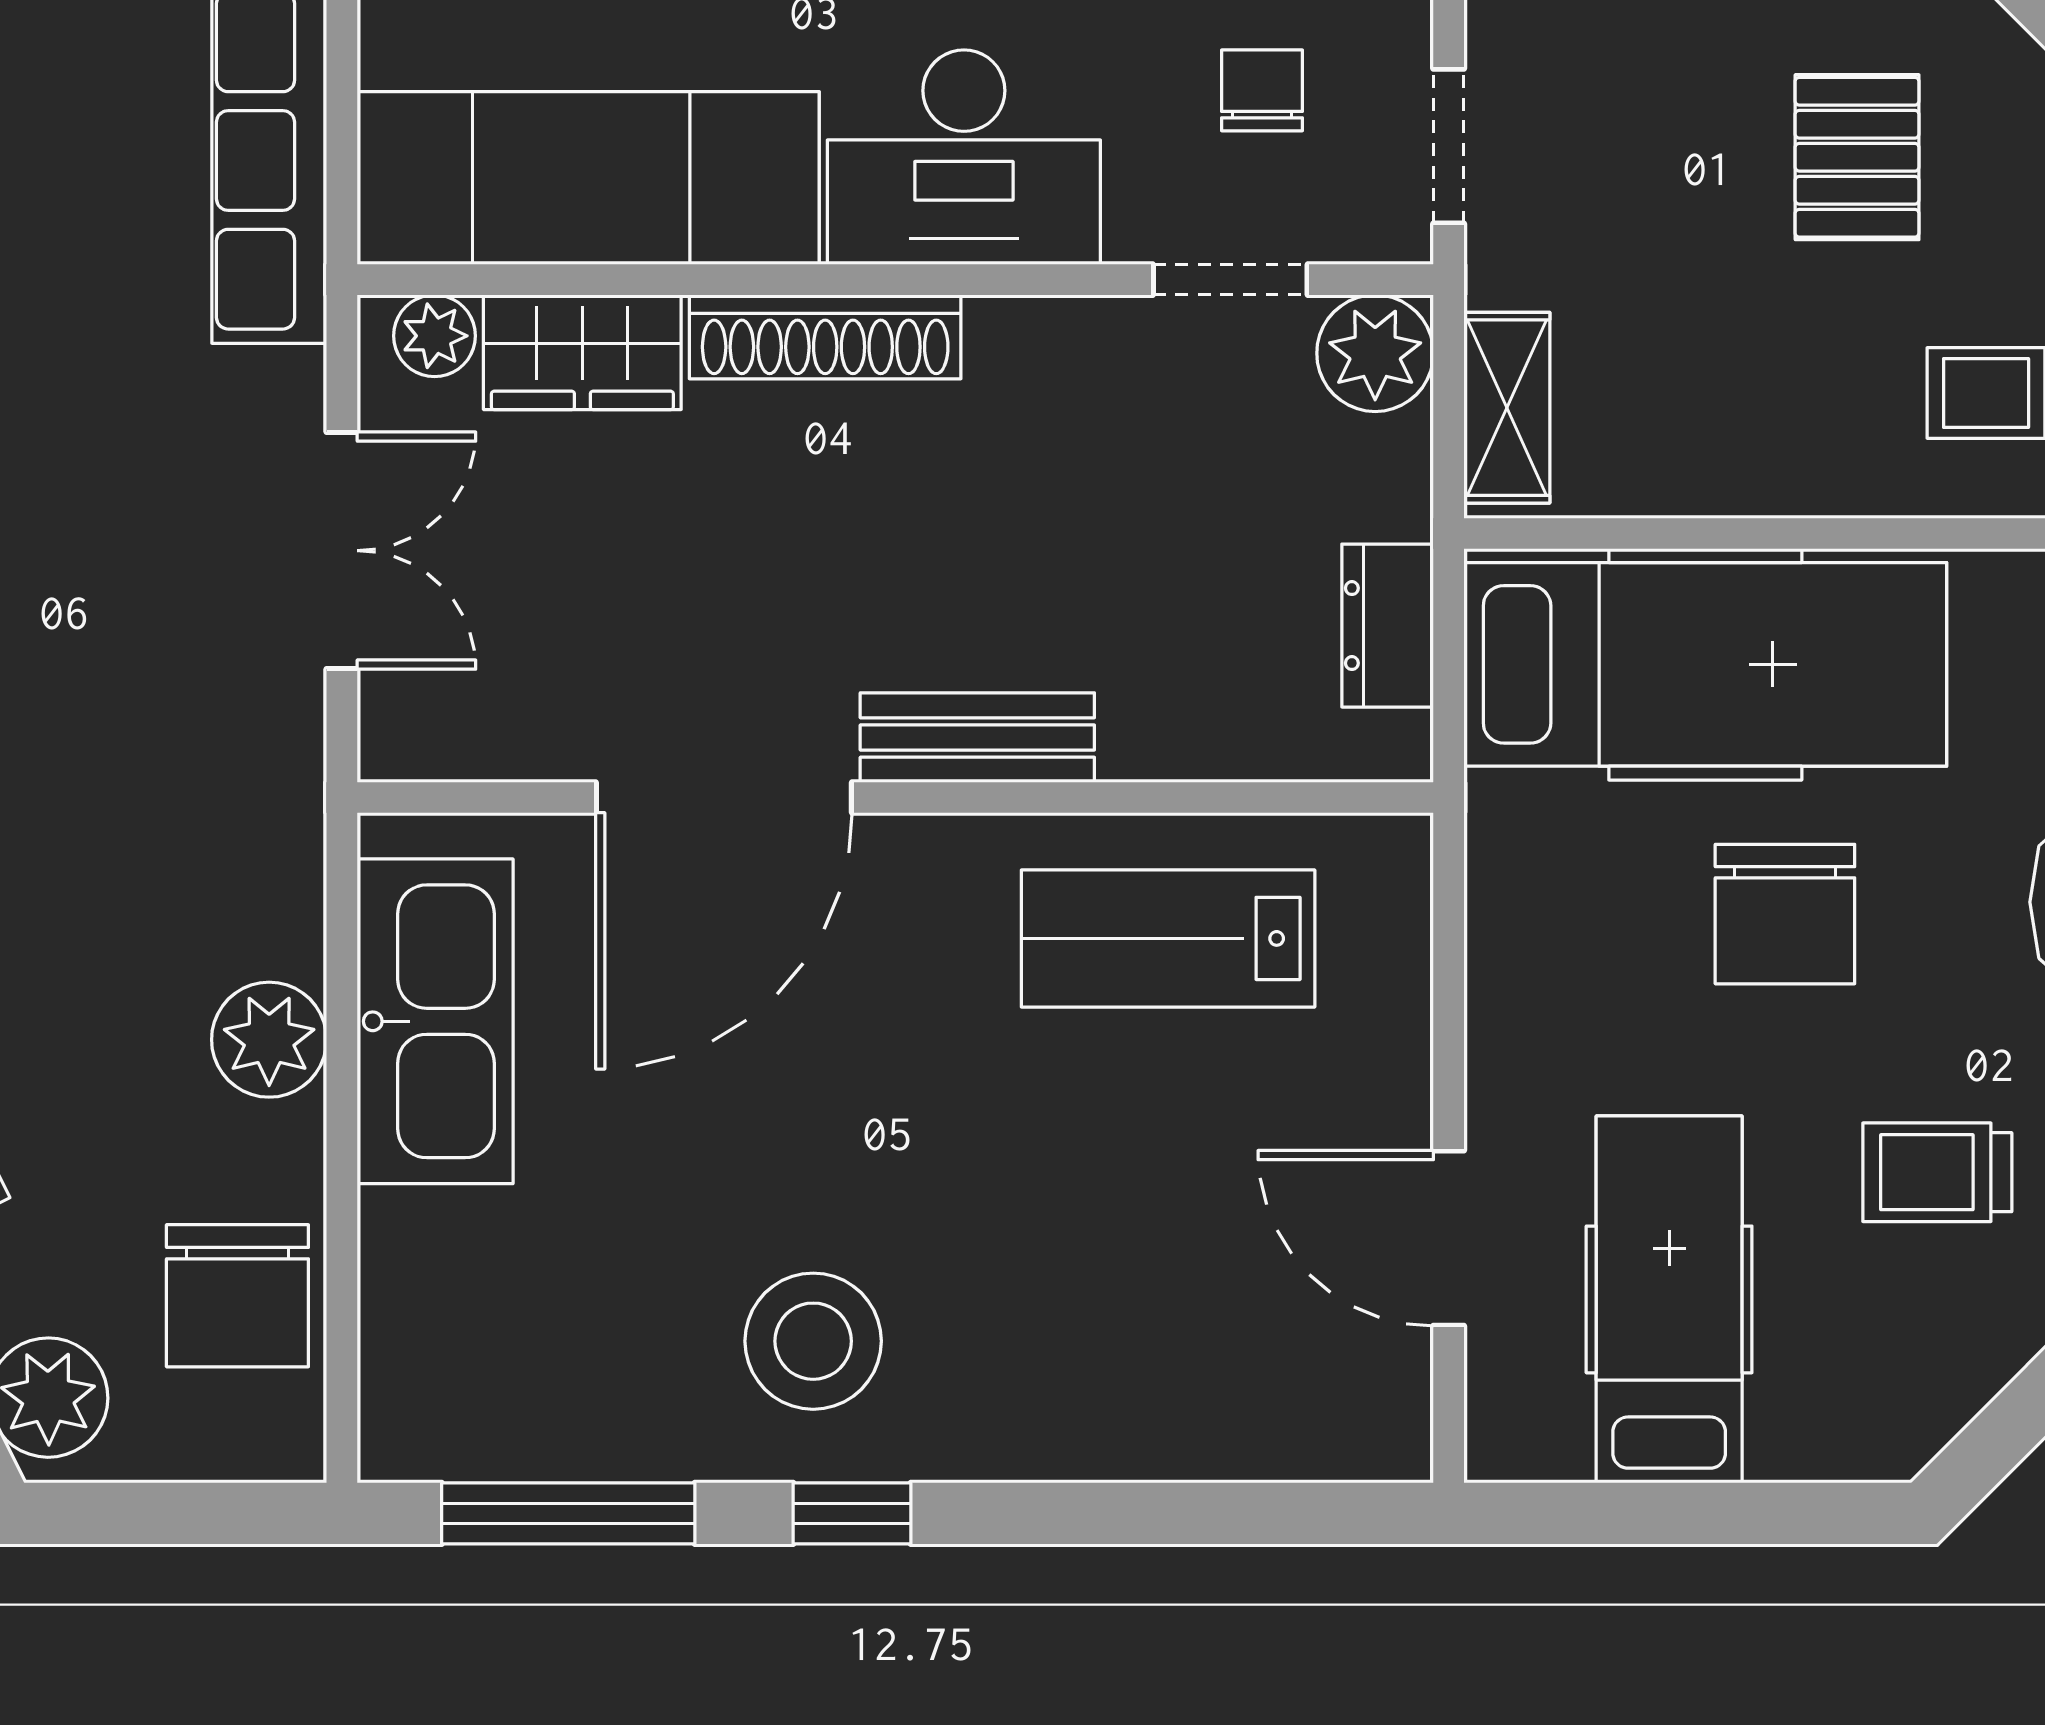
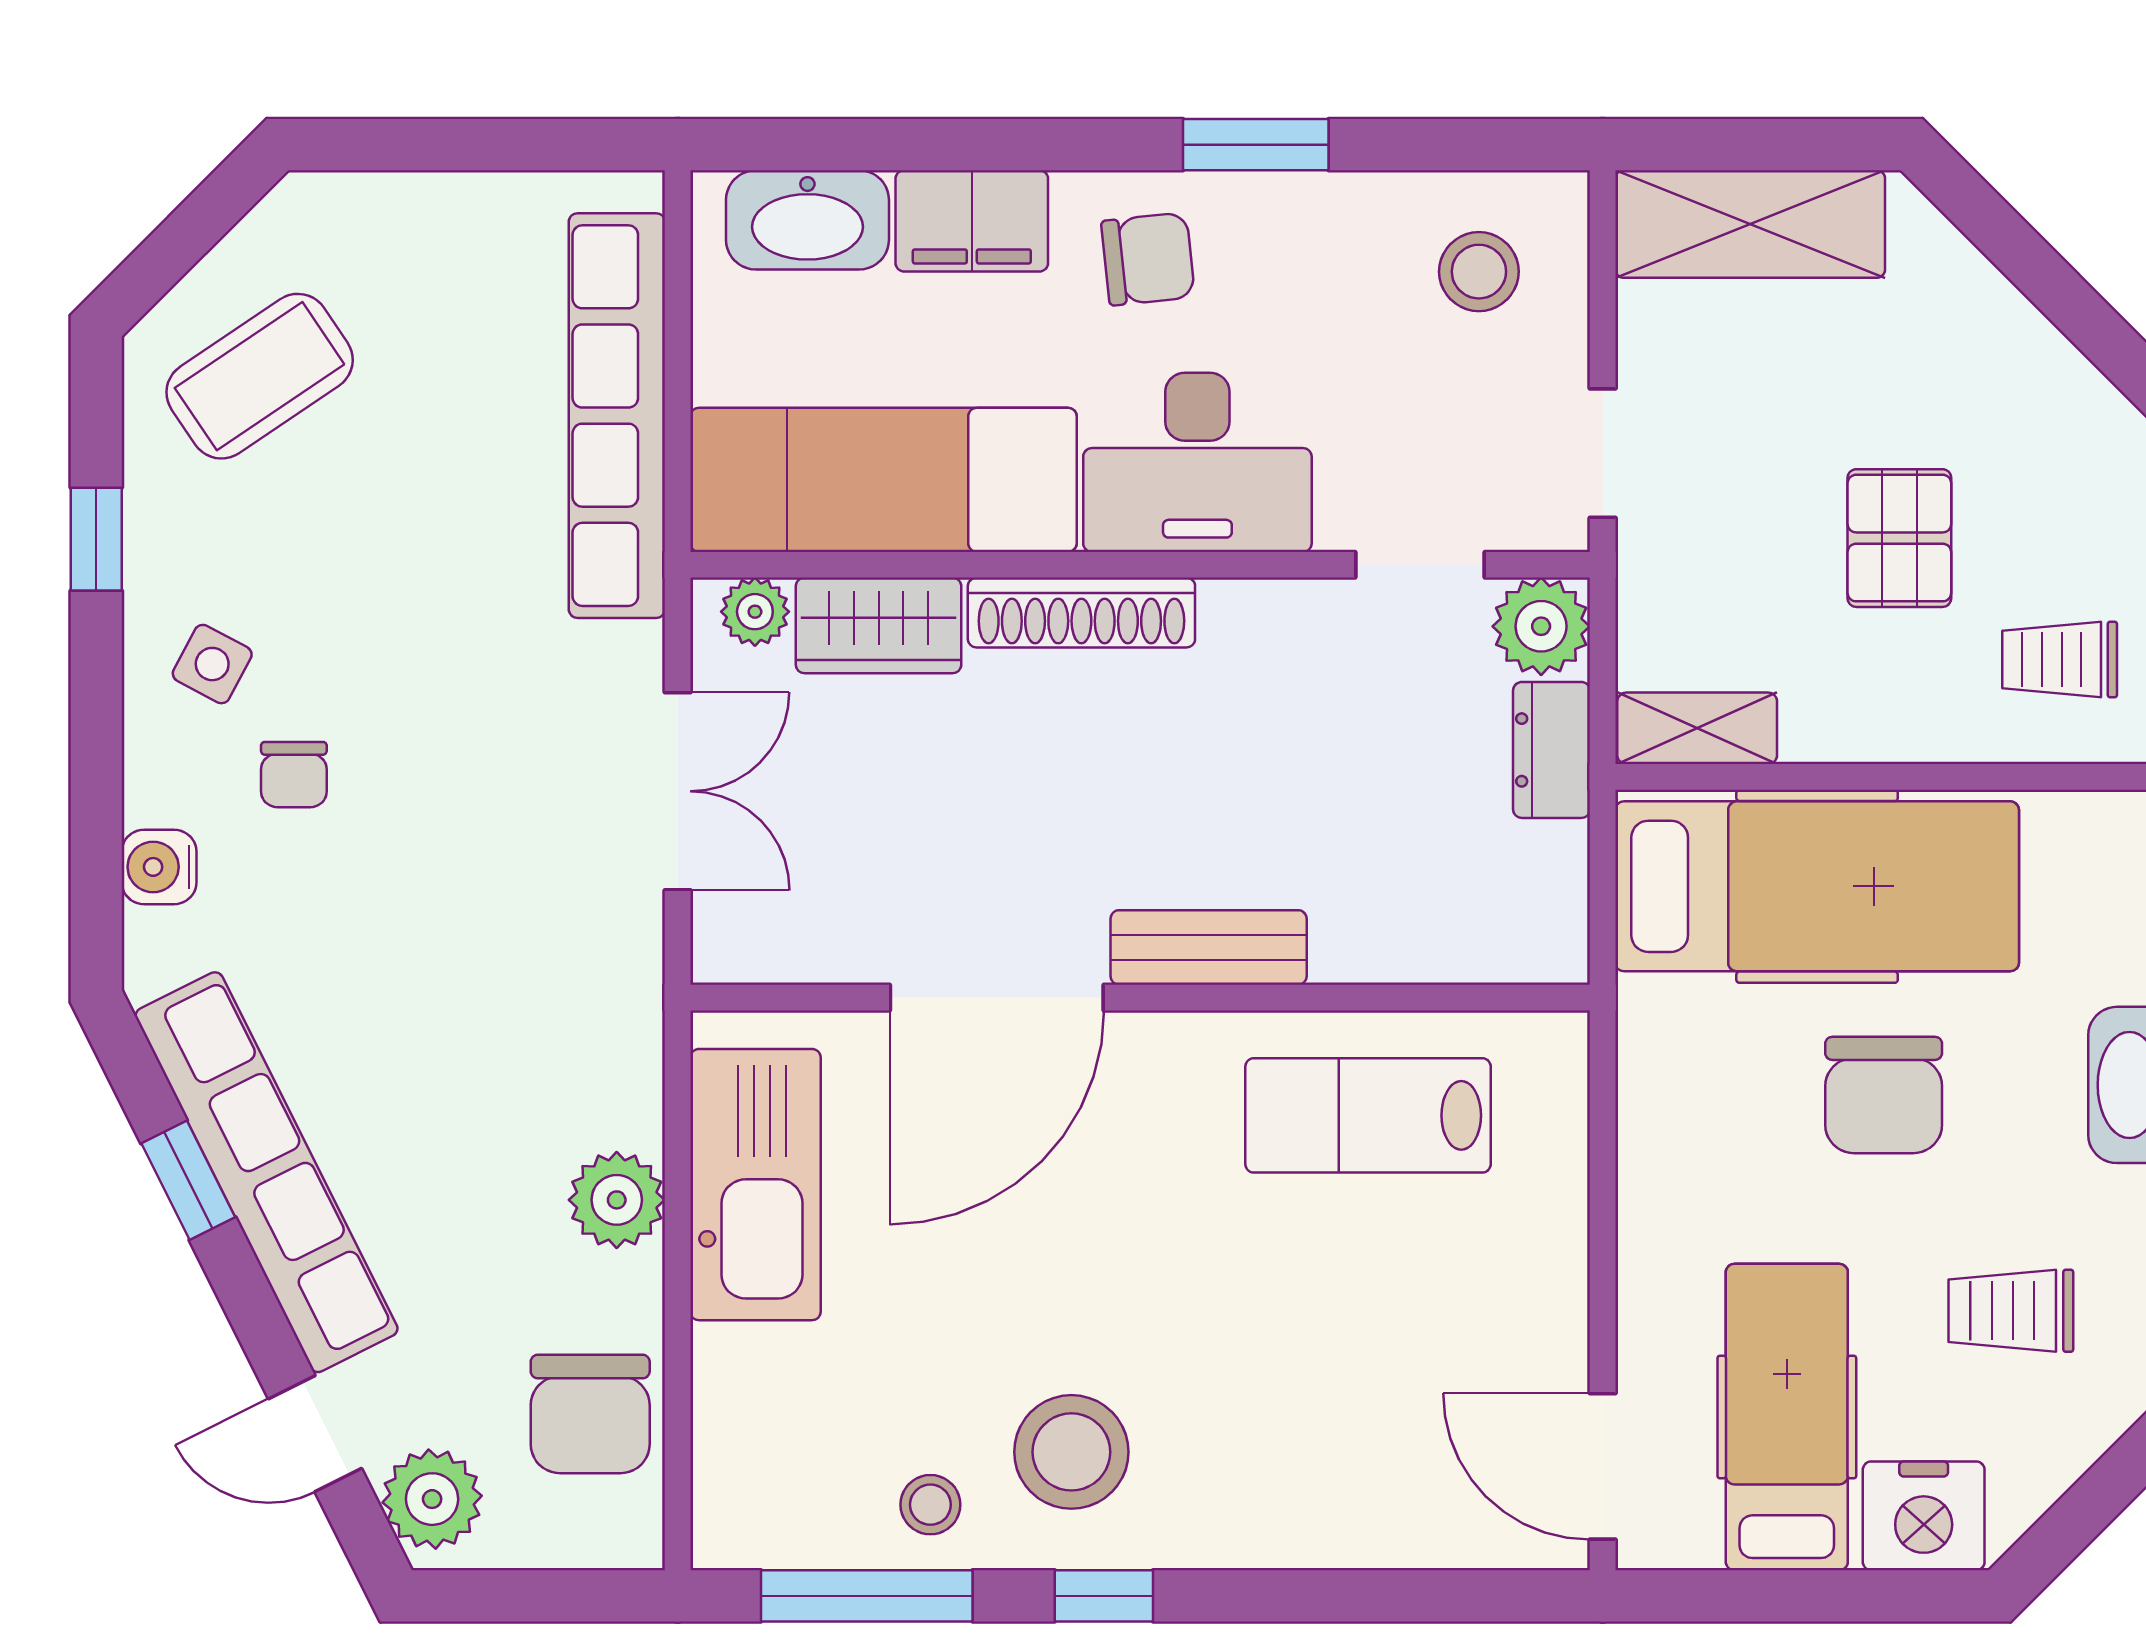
chair: (1262, 90) -> (1447, 407), removed
pallet: (1857, 157) -> (1899, 538), moved
shelving: (1507, 408) -> (1697, 728), moved, turned 90
dresser: (1388, 626) -> (1552, 750), moved
door: (1449, 1238) -> (1603, 1466), moved
stool: (644, 1404) -> (930, 1505), added
nightstand: (1833, 1418) -> (1924, 1516), added

